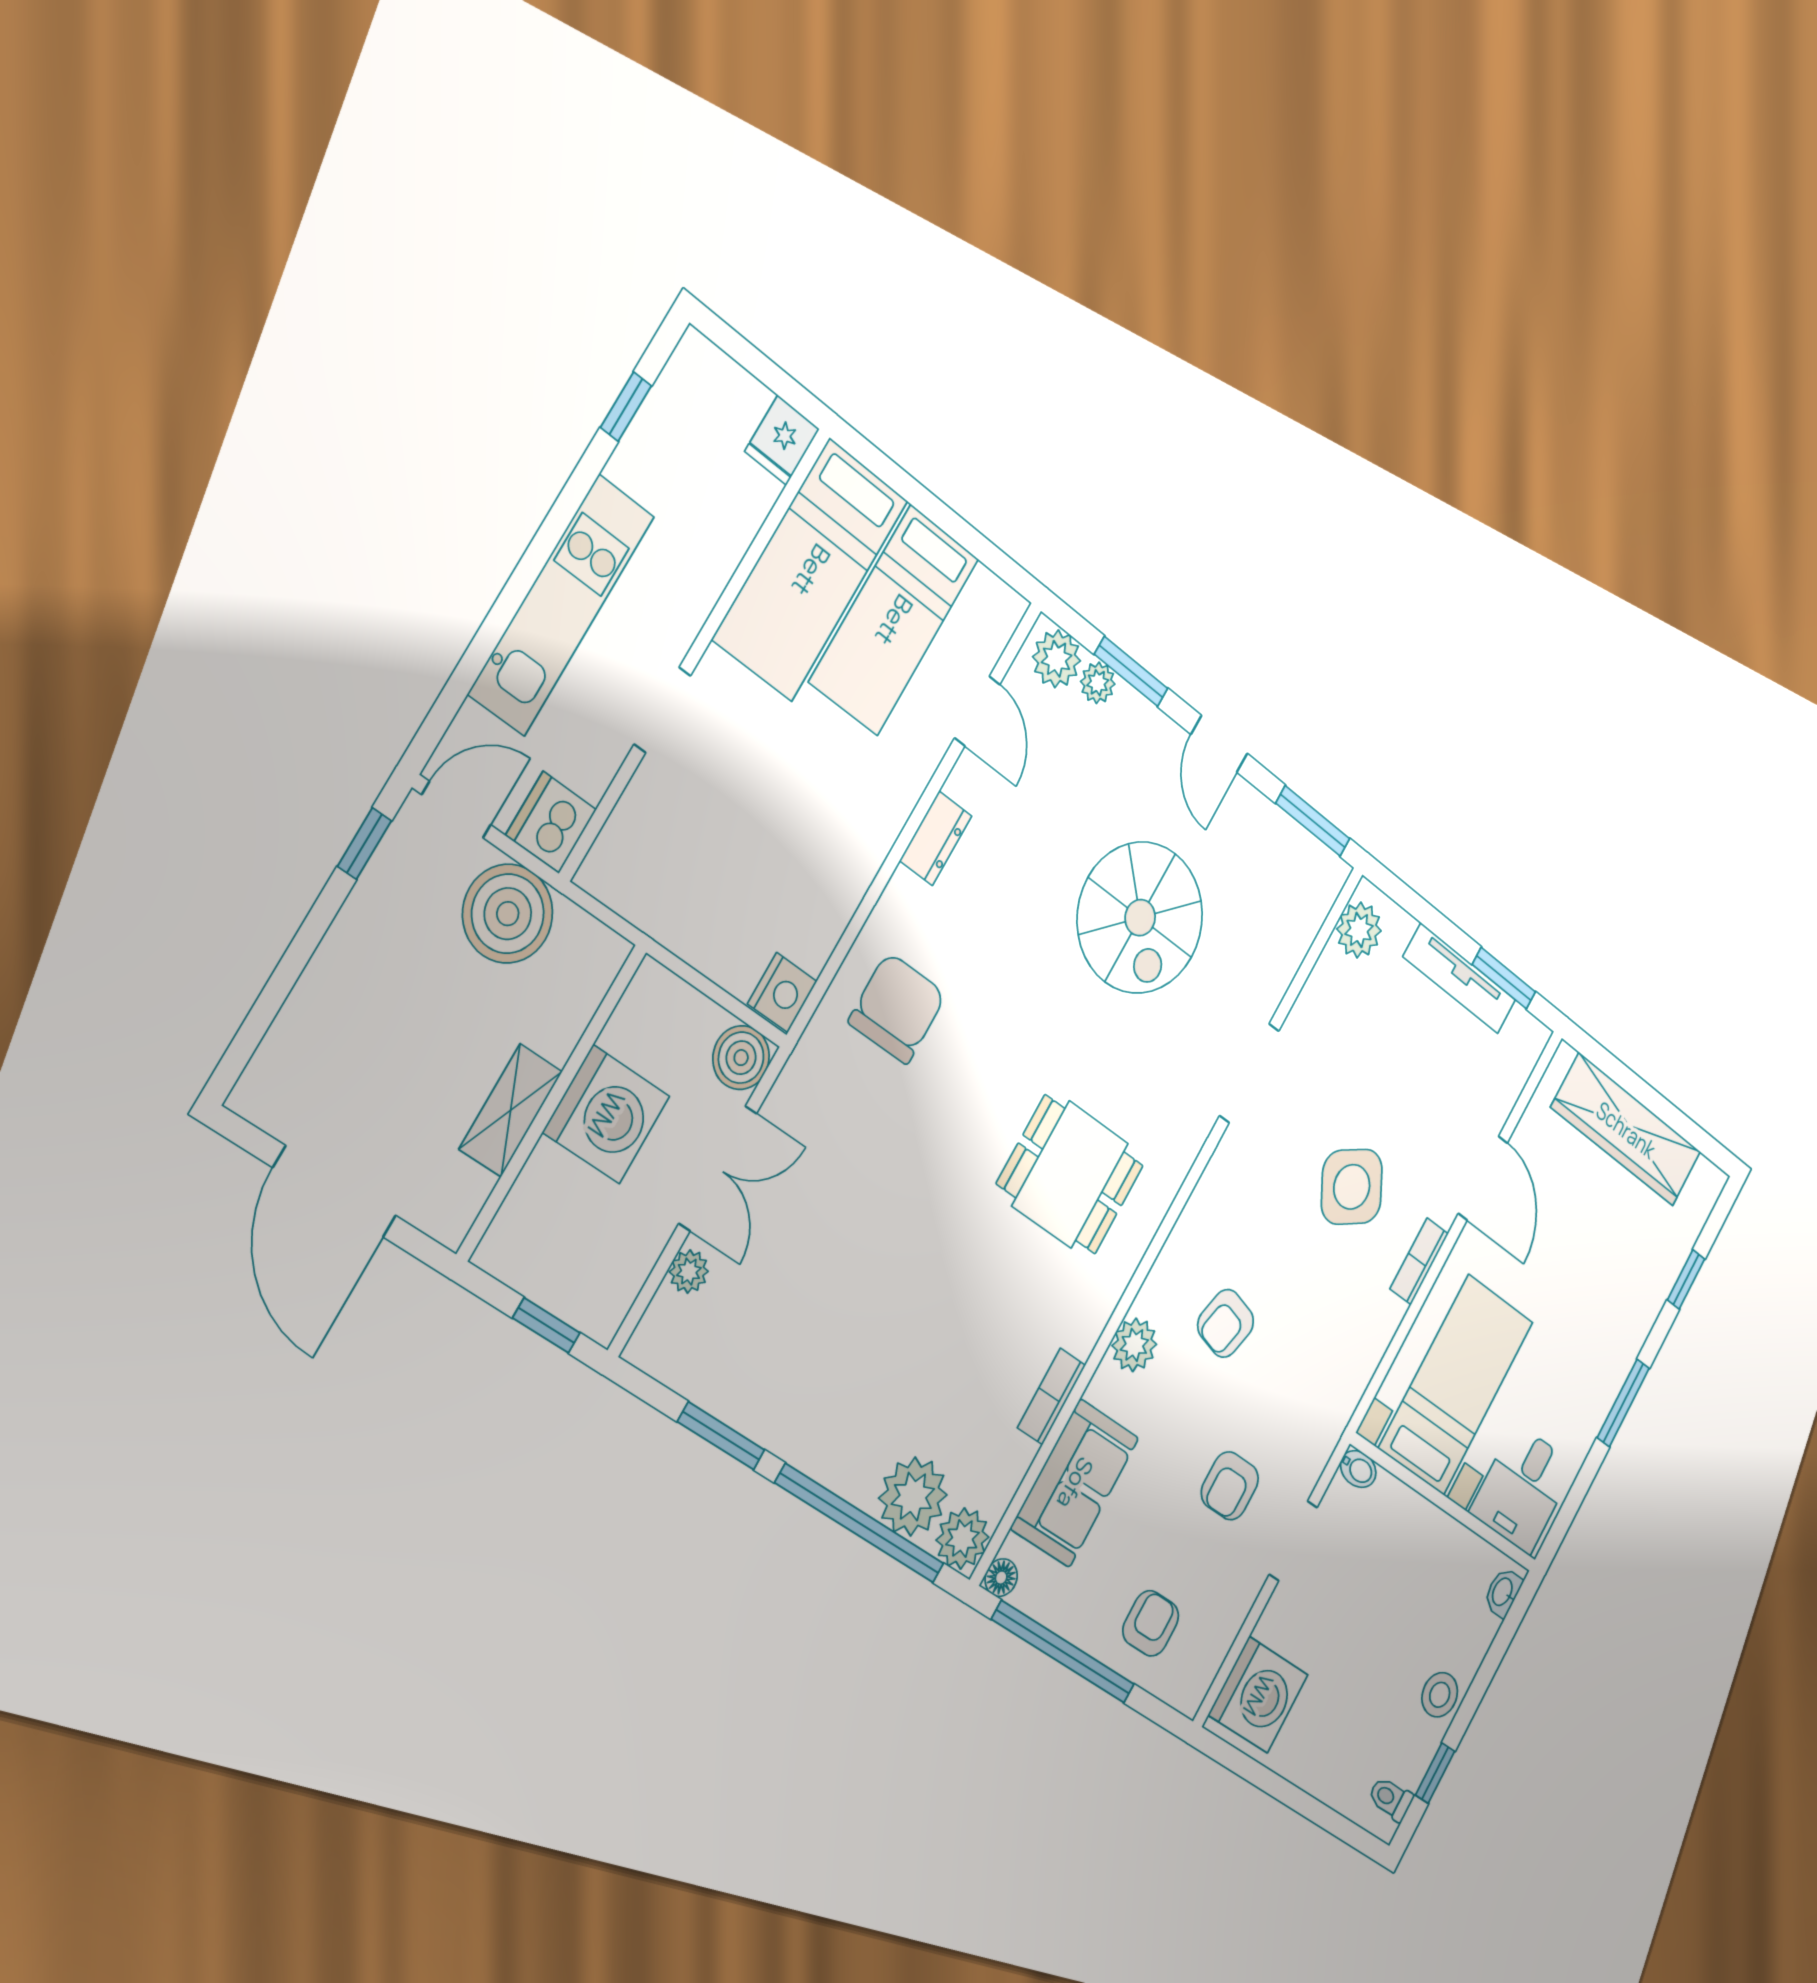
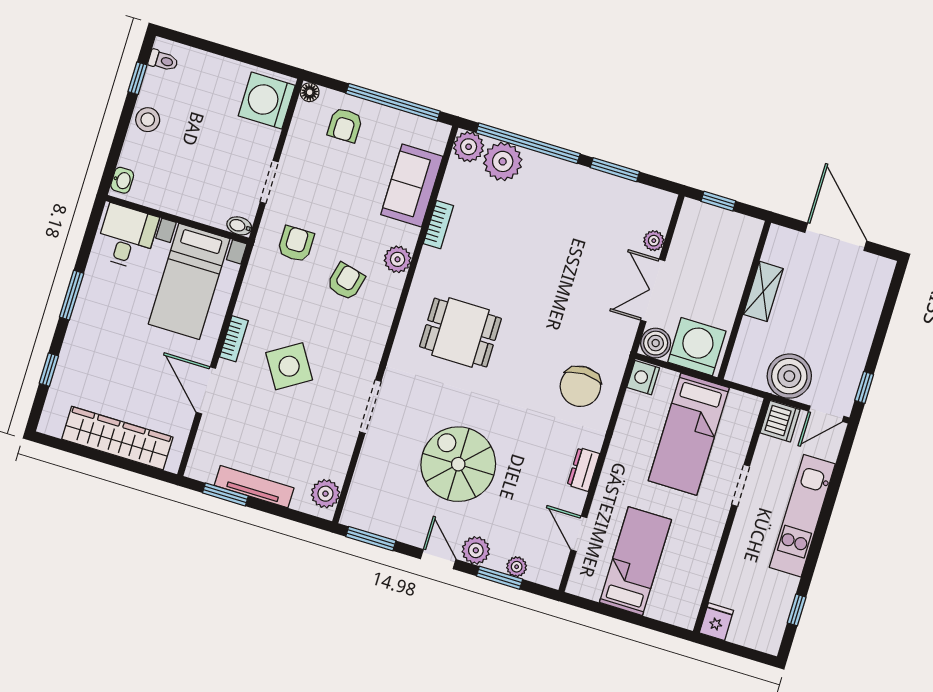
bed: (811, 570) -> (689, 434), moved, turned 180
plant: (1057, 659) -> (476, 550), moved
washing machine: (606, 1114) -> (697, 347), moved, turned 90
armchair: (1230, 1486) -> (296, 244), moved
floor lamp: (1001, 1578) -> (310, 92), moved

